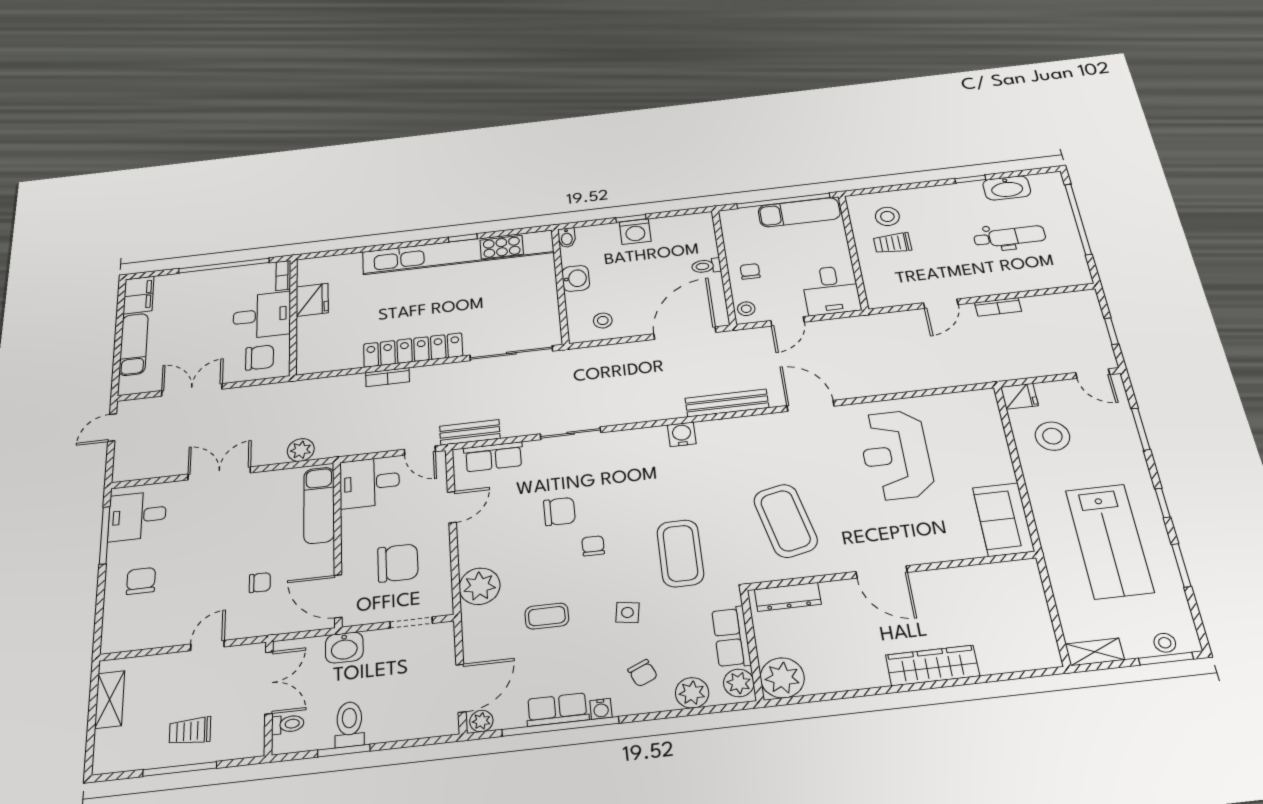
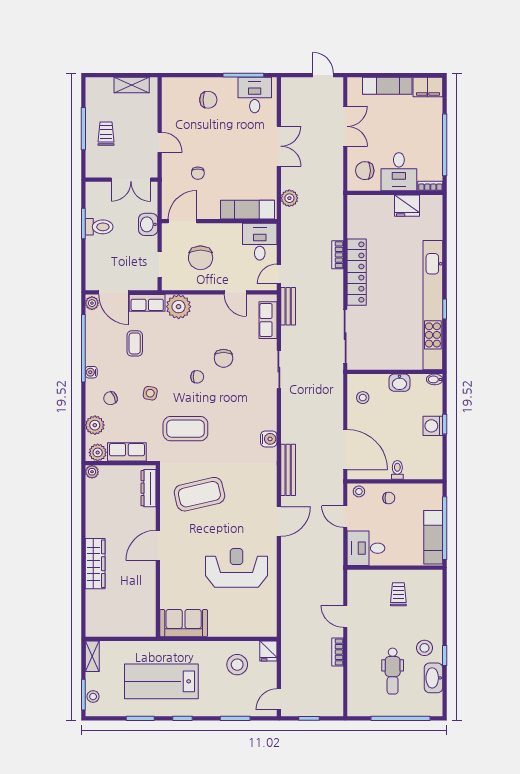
stool: (887, 216) -> (424, 648), moved
chair: (260, 358) -> (365, 171), turned 90
coffee table: (547, 616) -> (135, 343), moved
plant: (782, 678) -> (92, 472), width x0.53, depth x0.53
row of seats: (557, 710) -> (147, 303), moved, turned 90
toilet: (288, 724) -> (103, 191), removed

